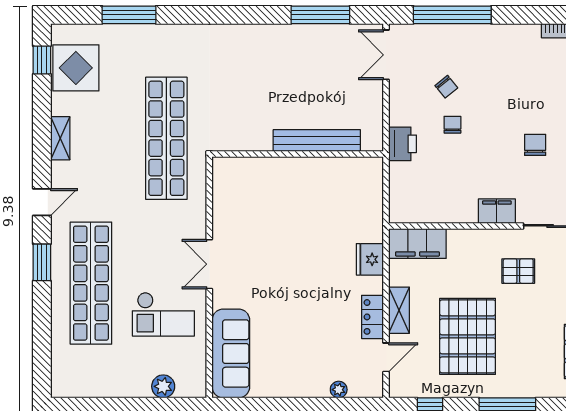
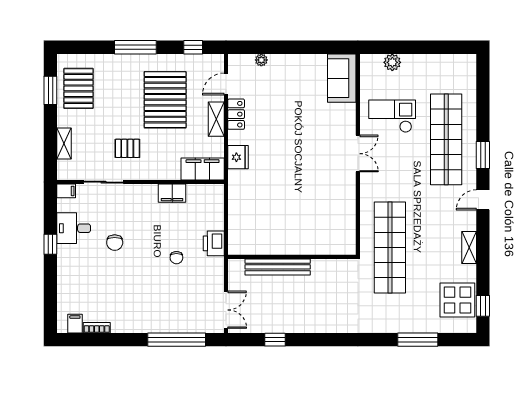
window: (320, 15) -> (275, 340), width x0.46
chair: (446, 87) -> (181, 286), removed
bench: (317, 141) -> (278, 267), moved
wall: (298, 154) -> (292, 257), moved
filing cabinet: (497, 211) -> (172, 193), moved
sofa: (231, 353) -> (342, 78), width x0.73

